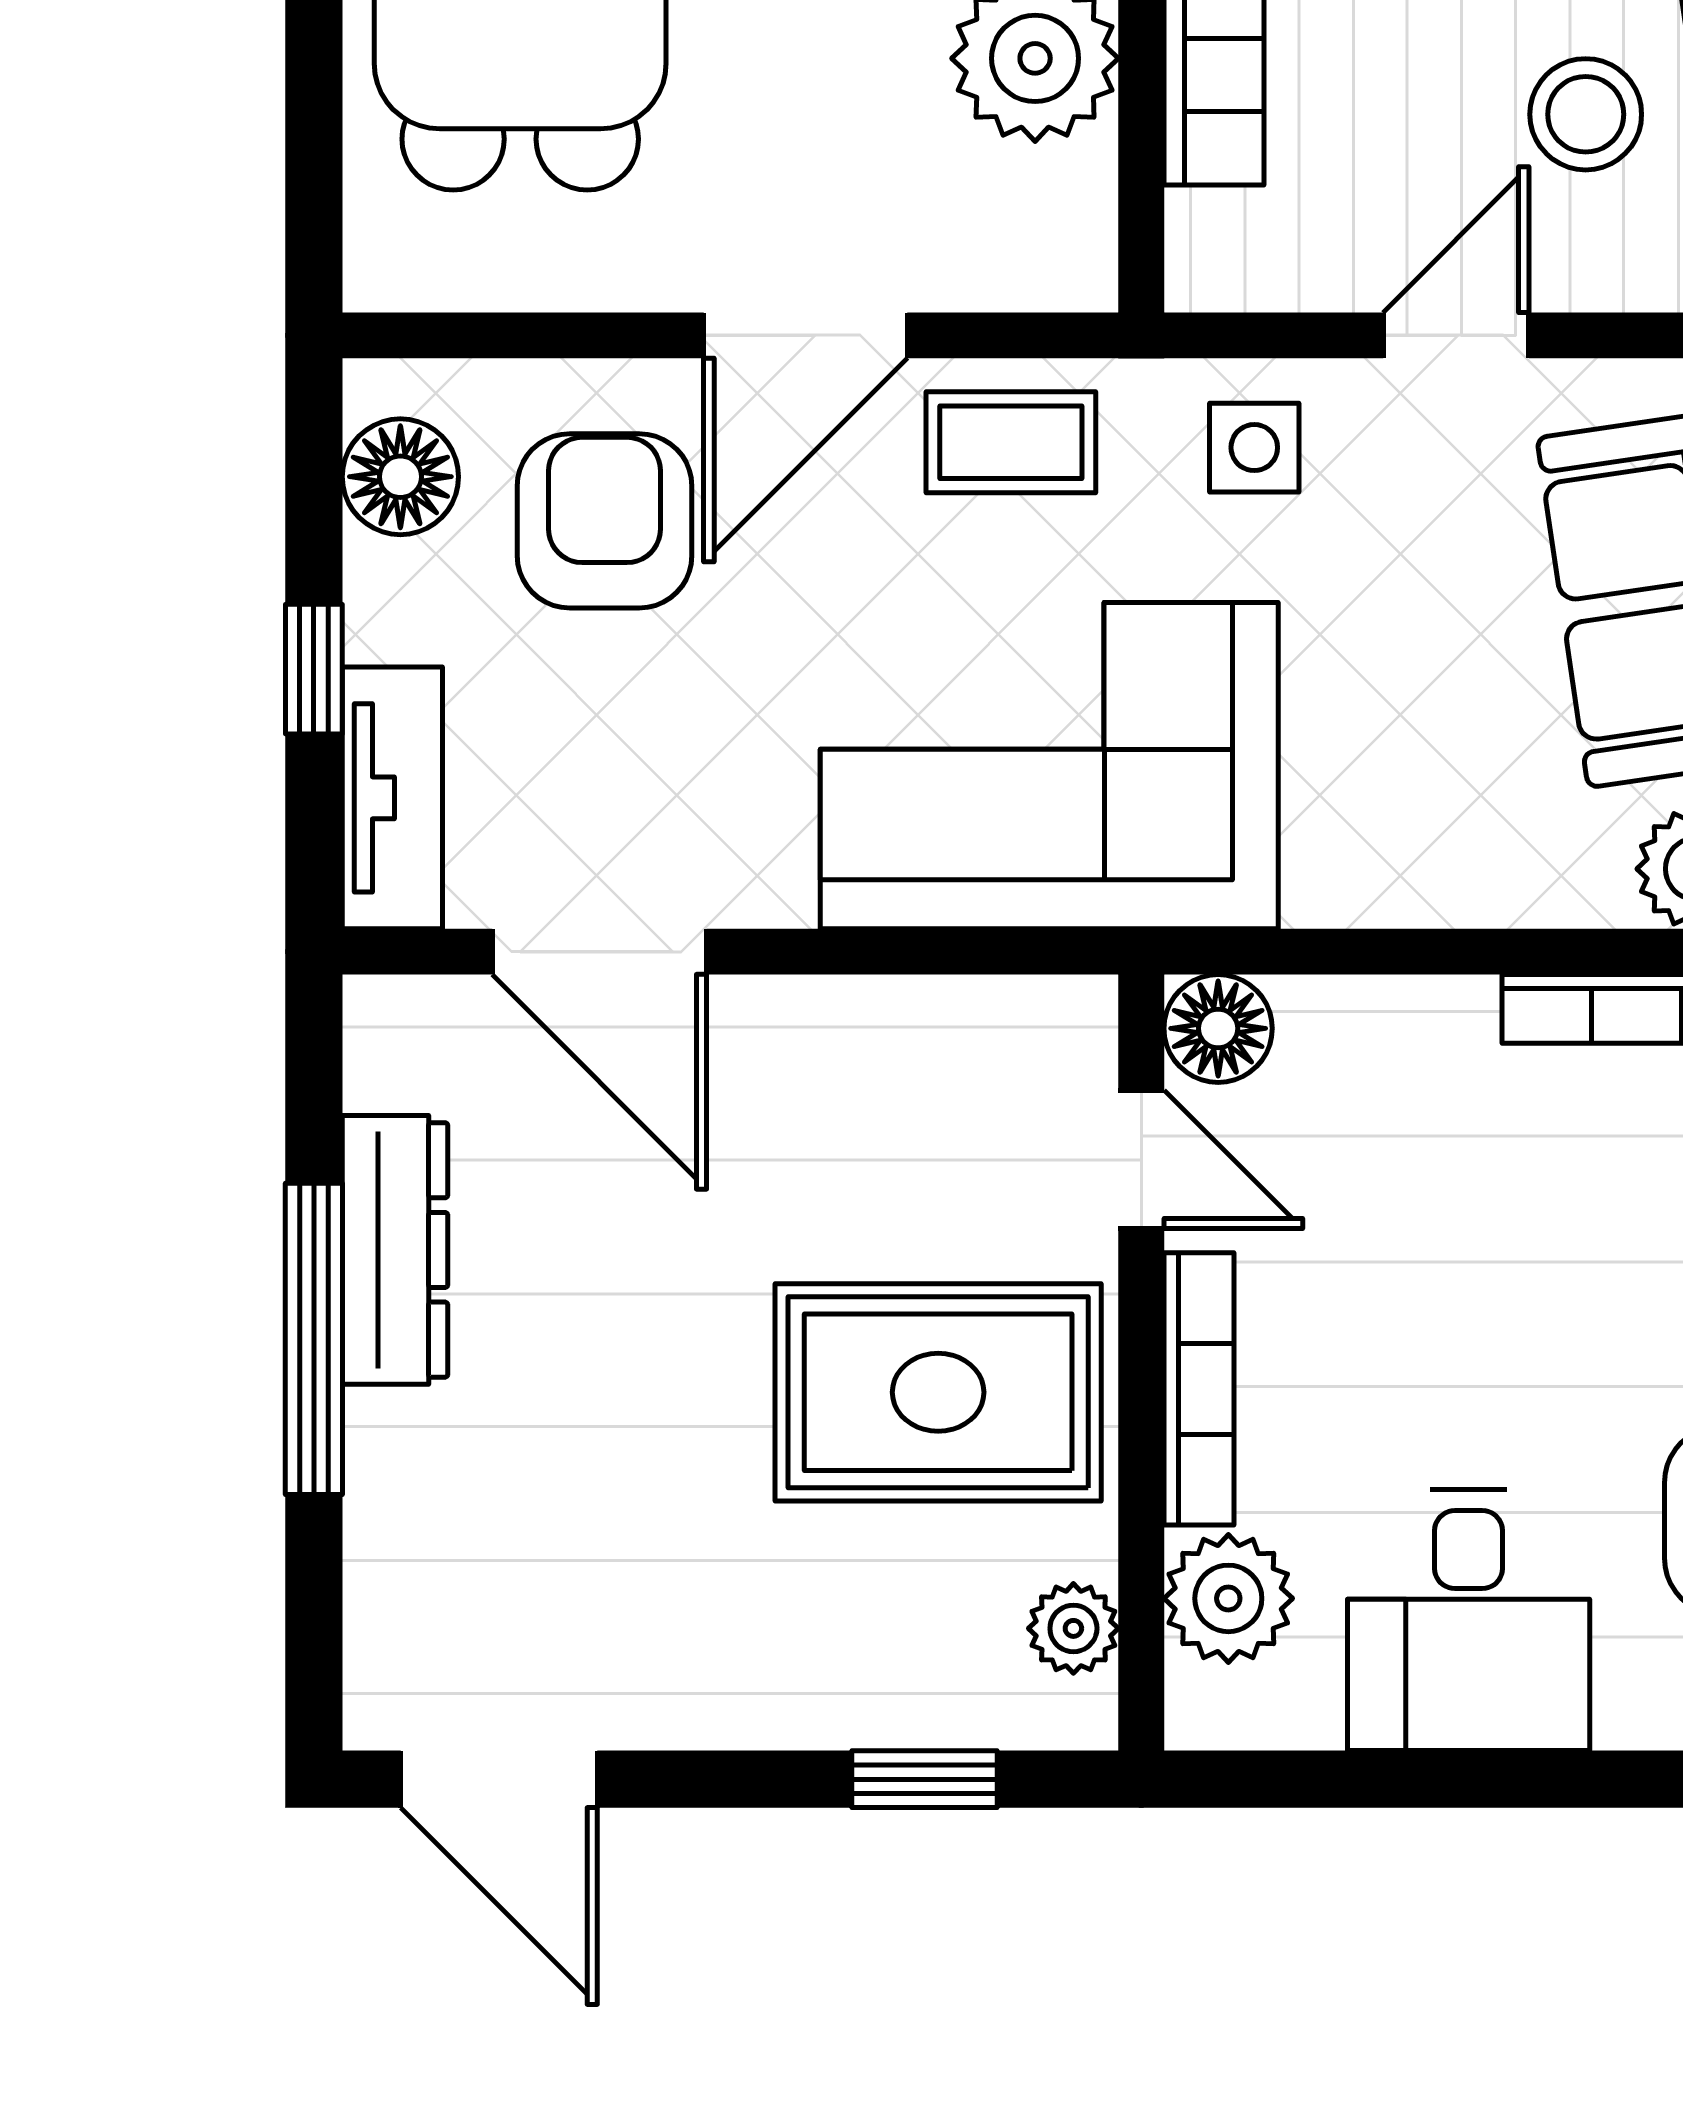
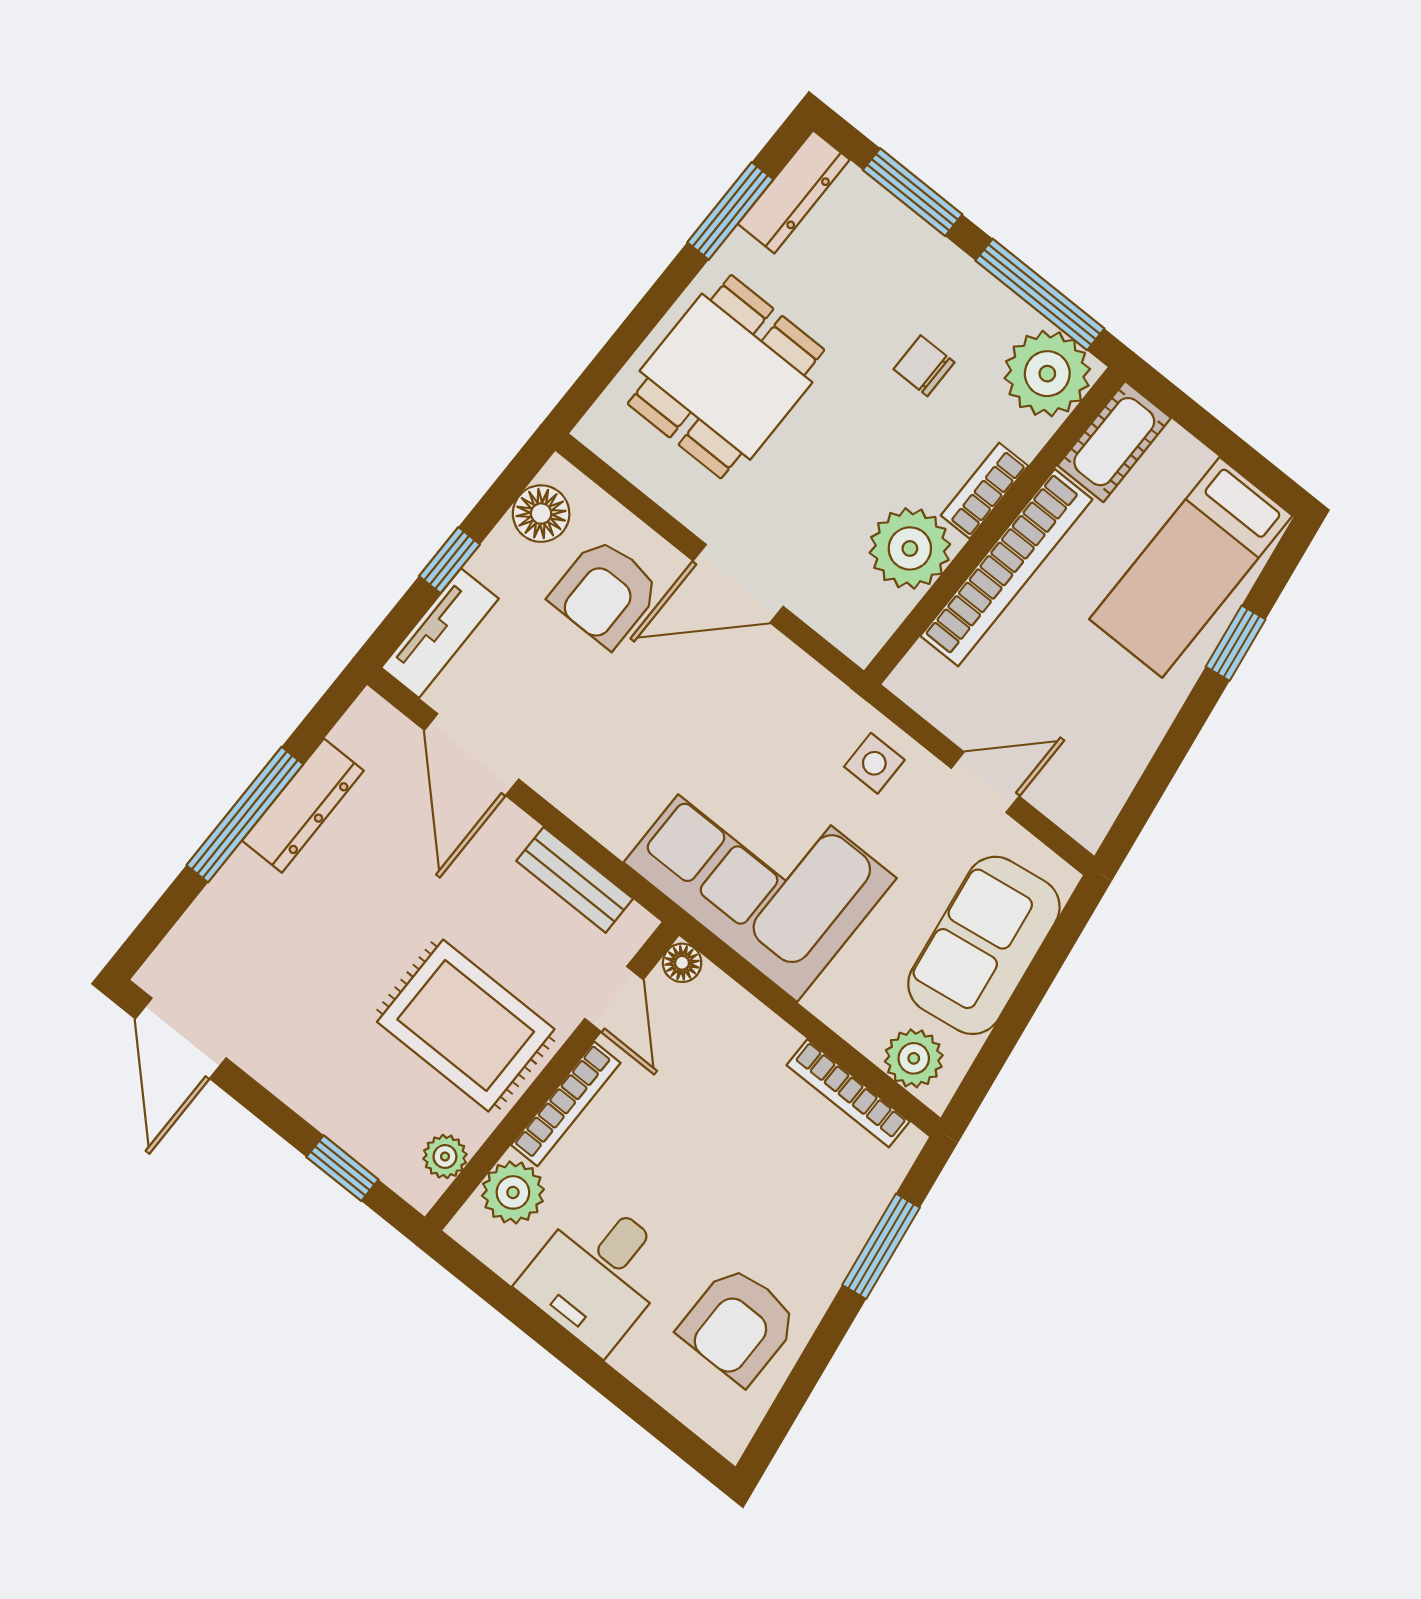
stool: (1586, 114) -> (1102, 738), removed
coffee table: (1011, 442) -> (783, 687), removed
armchair: (605, 521) -> (605, 593), turned 180
corner sofa: (1049, 766) -> (760, 870), moved
bench: (925, 1019) -> (575, 880), added
floor lamp: (1218, 1028) -> (682, 963), width x0.73, depth x0.73

